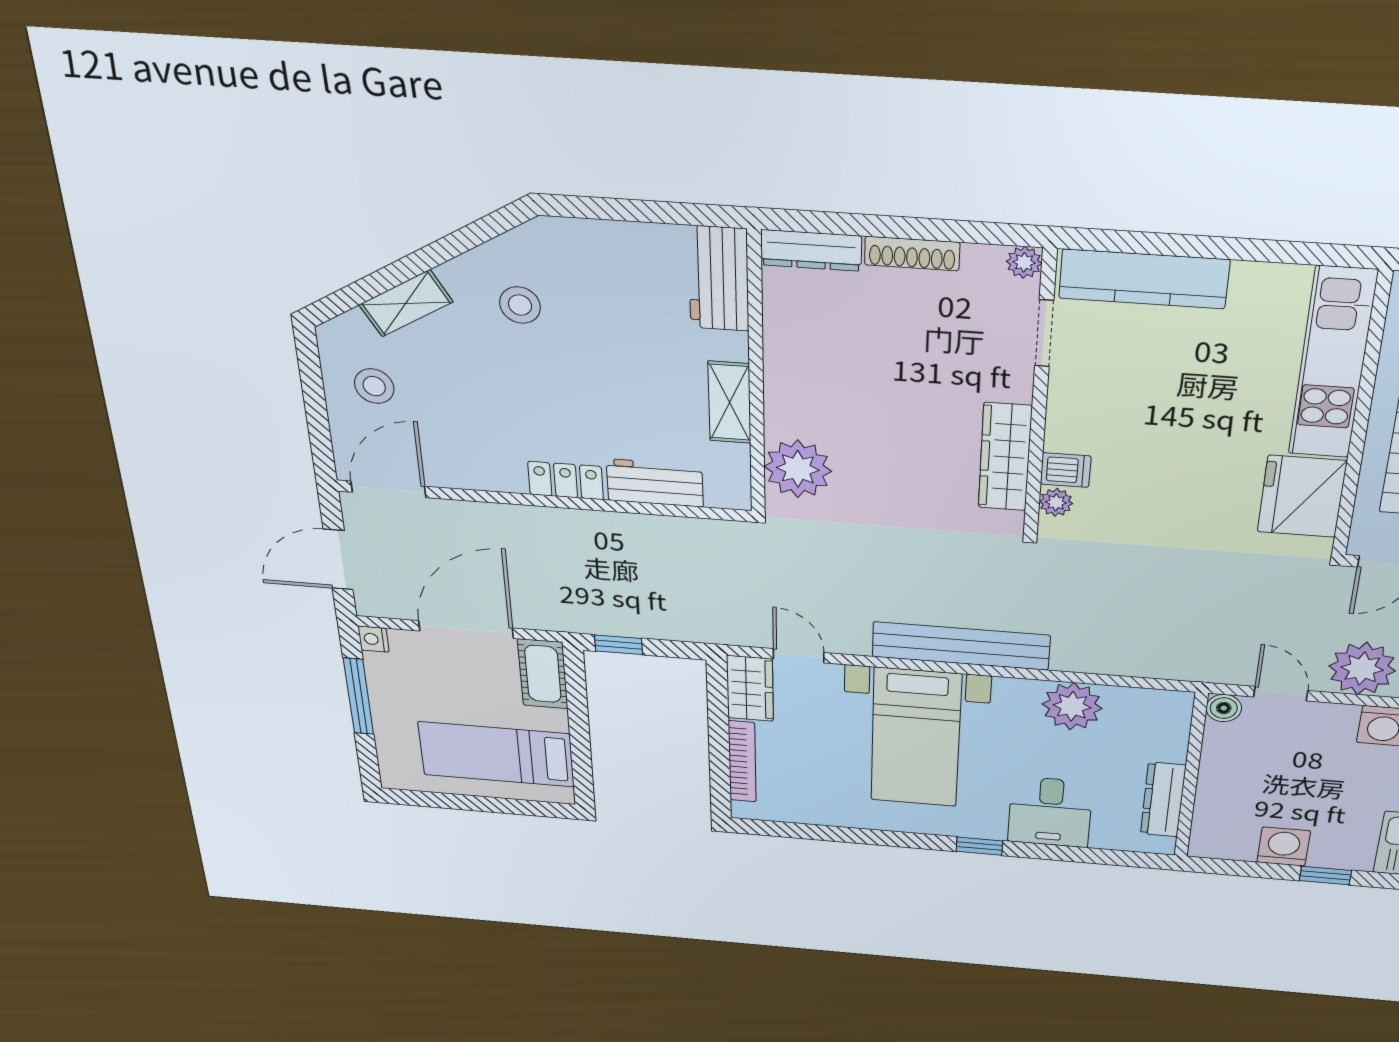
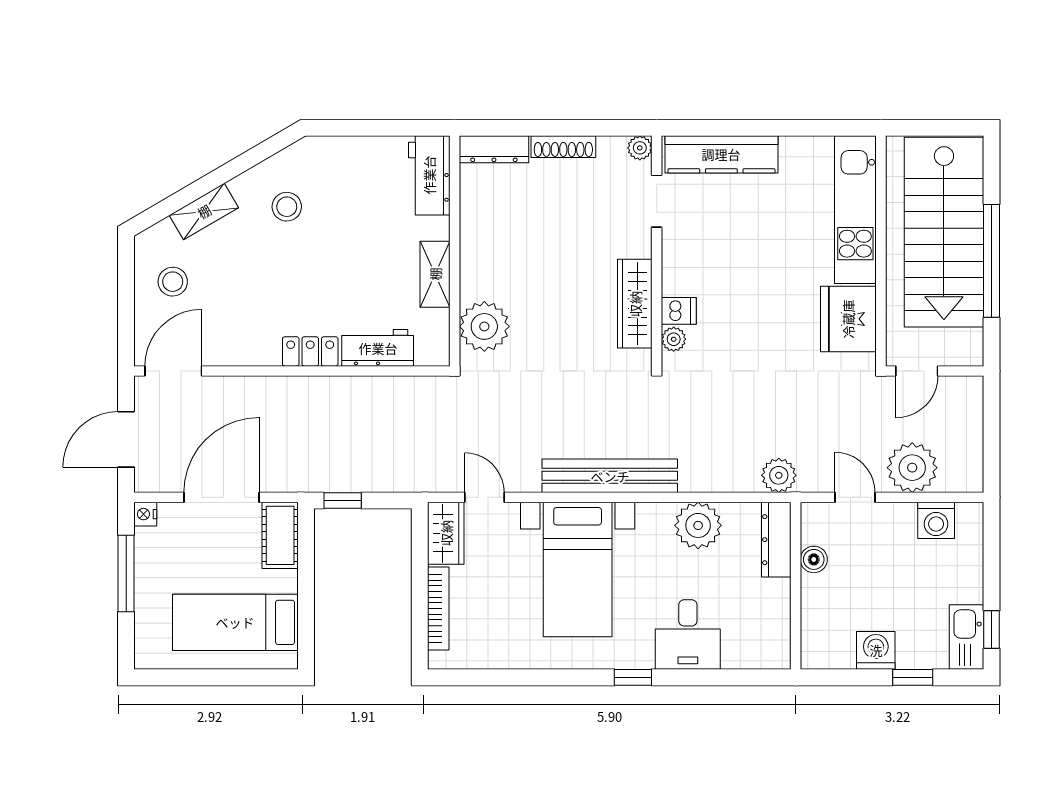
plant: (1183, 663) -> (779, 475), added
boiler: (1224, 708) -> (814, 559), moved
dresser: (1163, 800) -> (776, 540), moved

